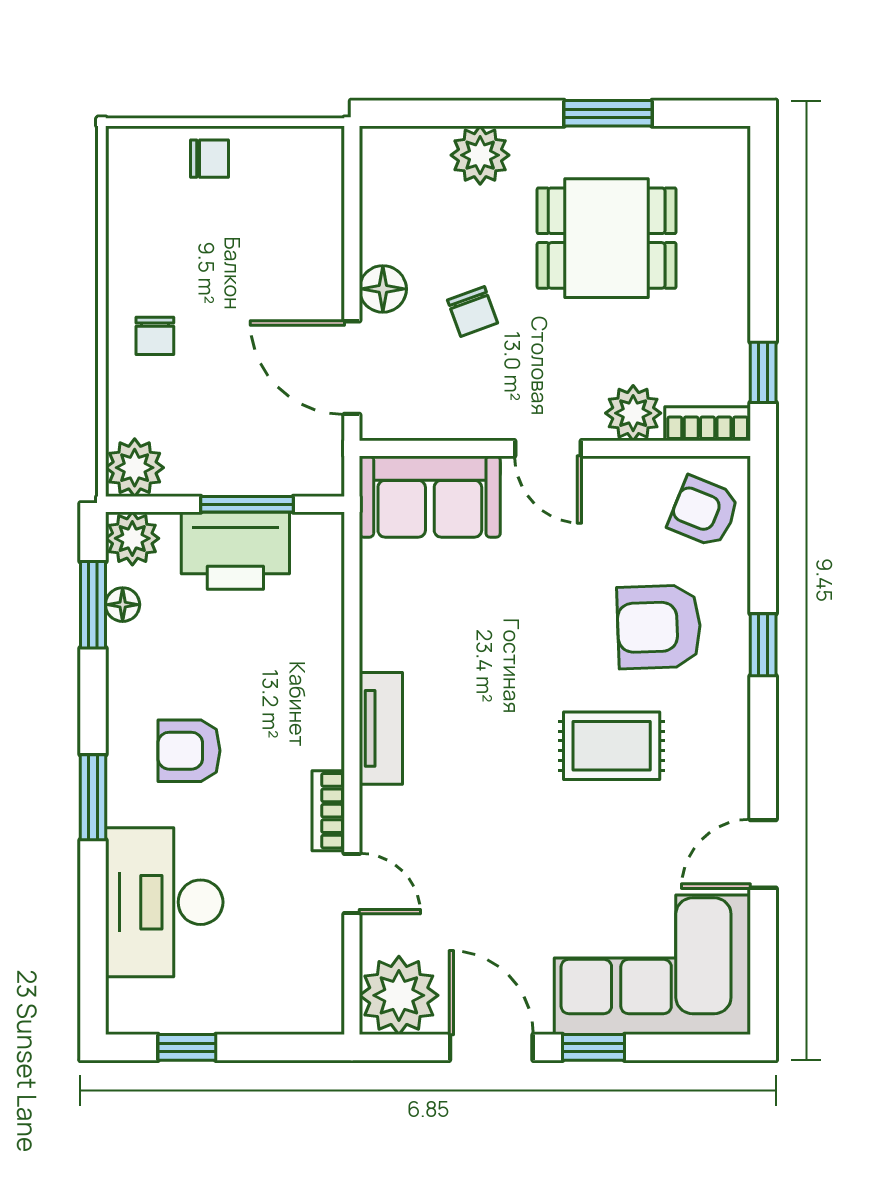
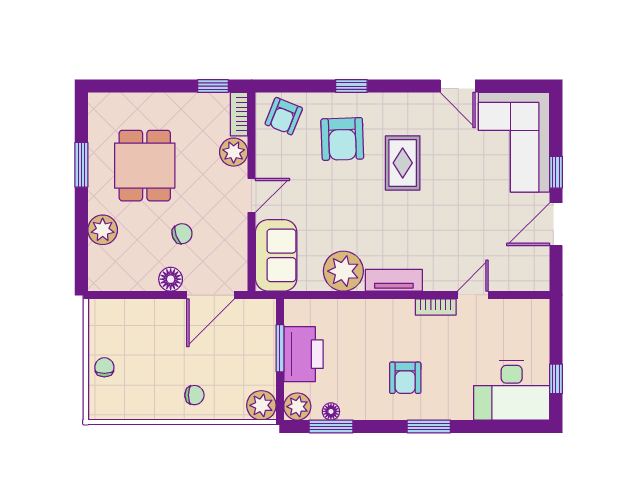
desk: (164, 902) -> (512, 390), moved
plant: (399, 995) -> (343, 271), moved

